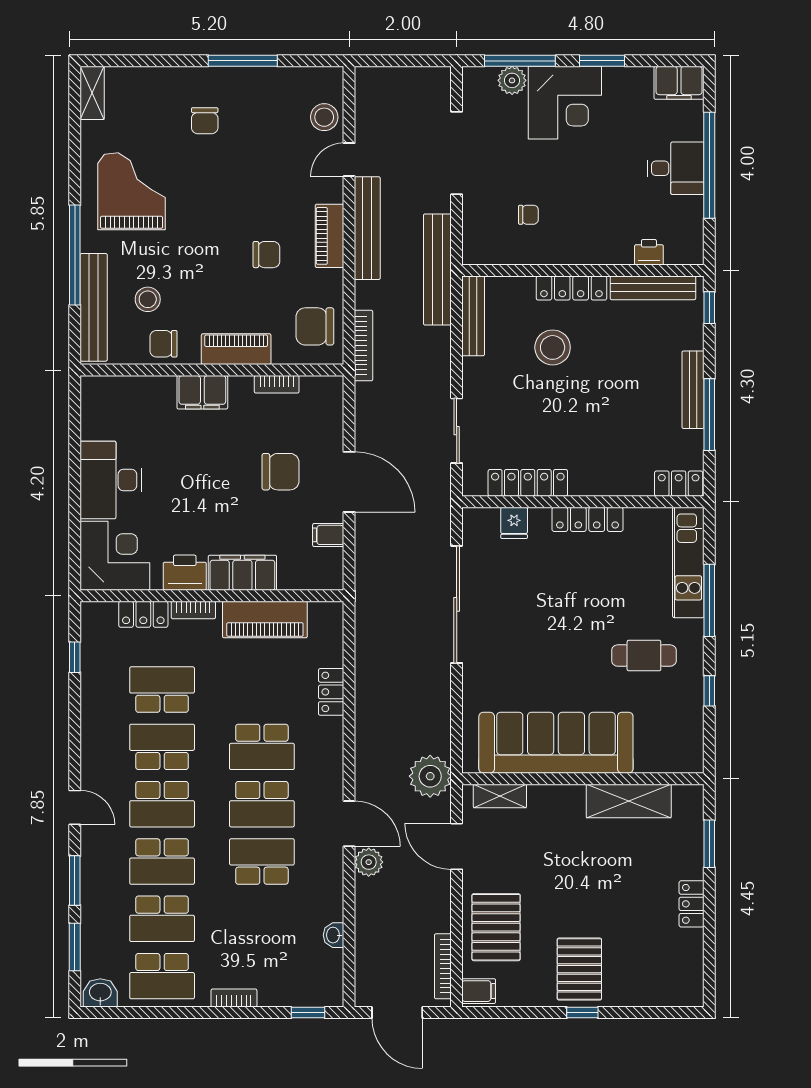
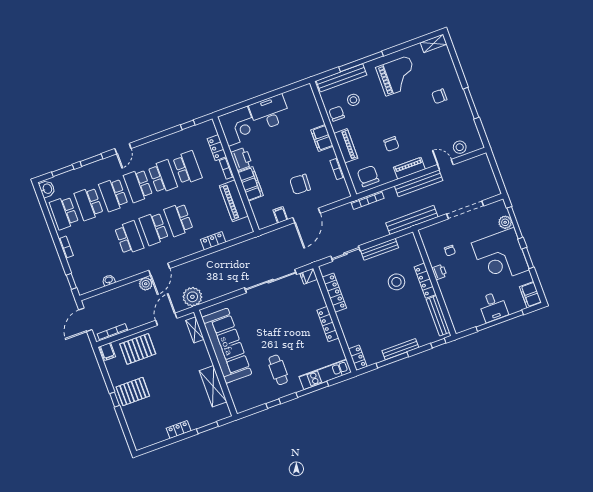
corner desk: (565, 103) -> (500, 256), width x1.36, depth x1.36
printer: (649, 252) -> (439, 272), moved
bench: (473, 316) -> (380, 249), moved
chair: (281, 472) -> (300, 184), turned 93
fridge: (514, 523) -> (309, 276), moved

